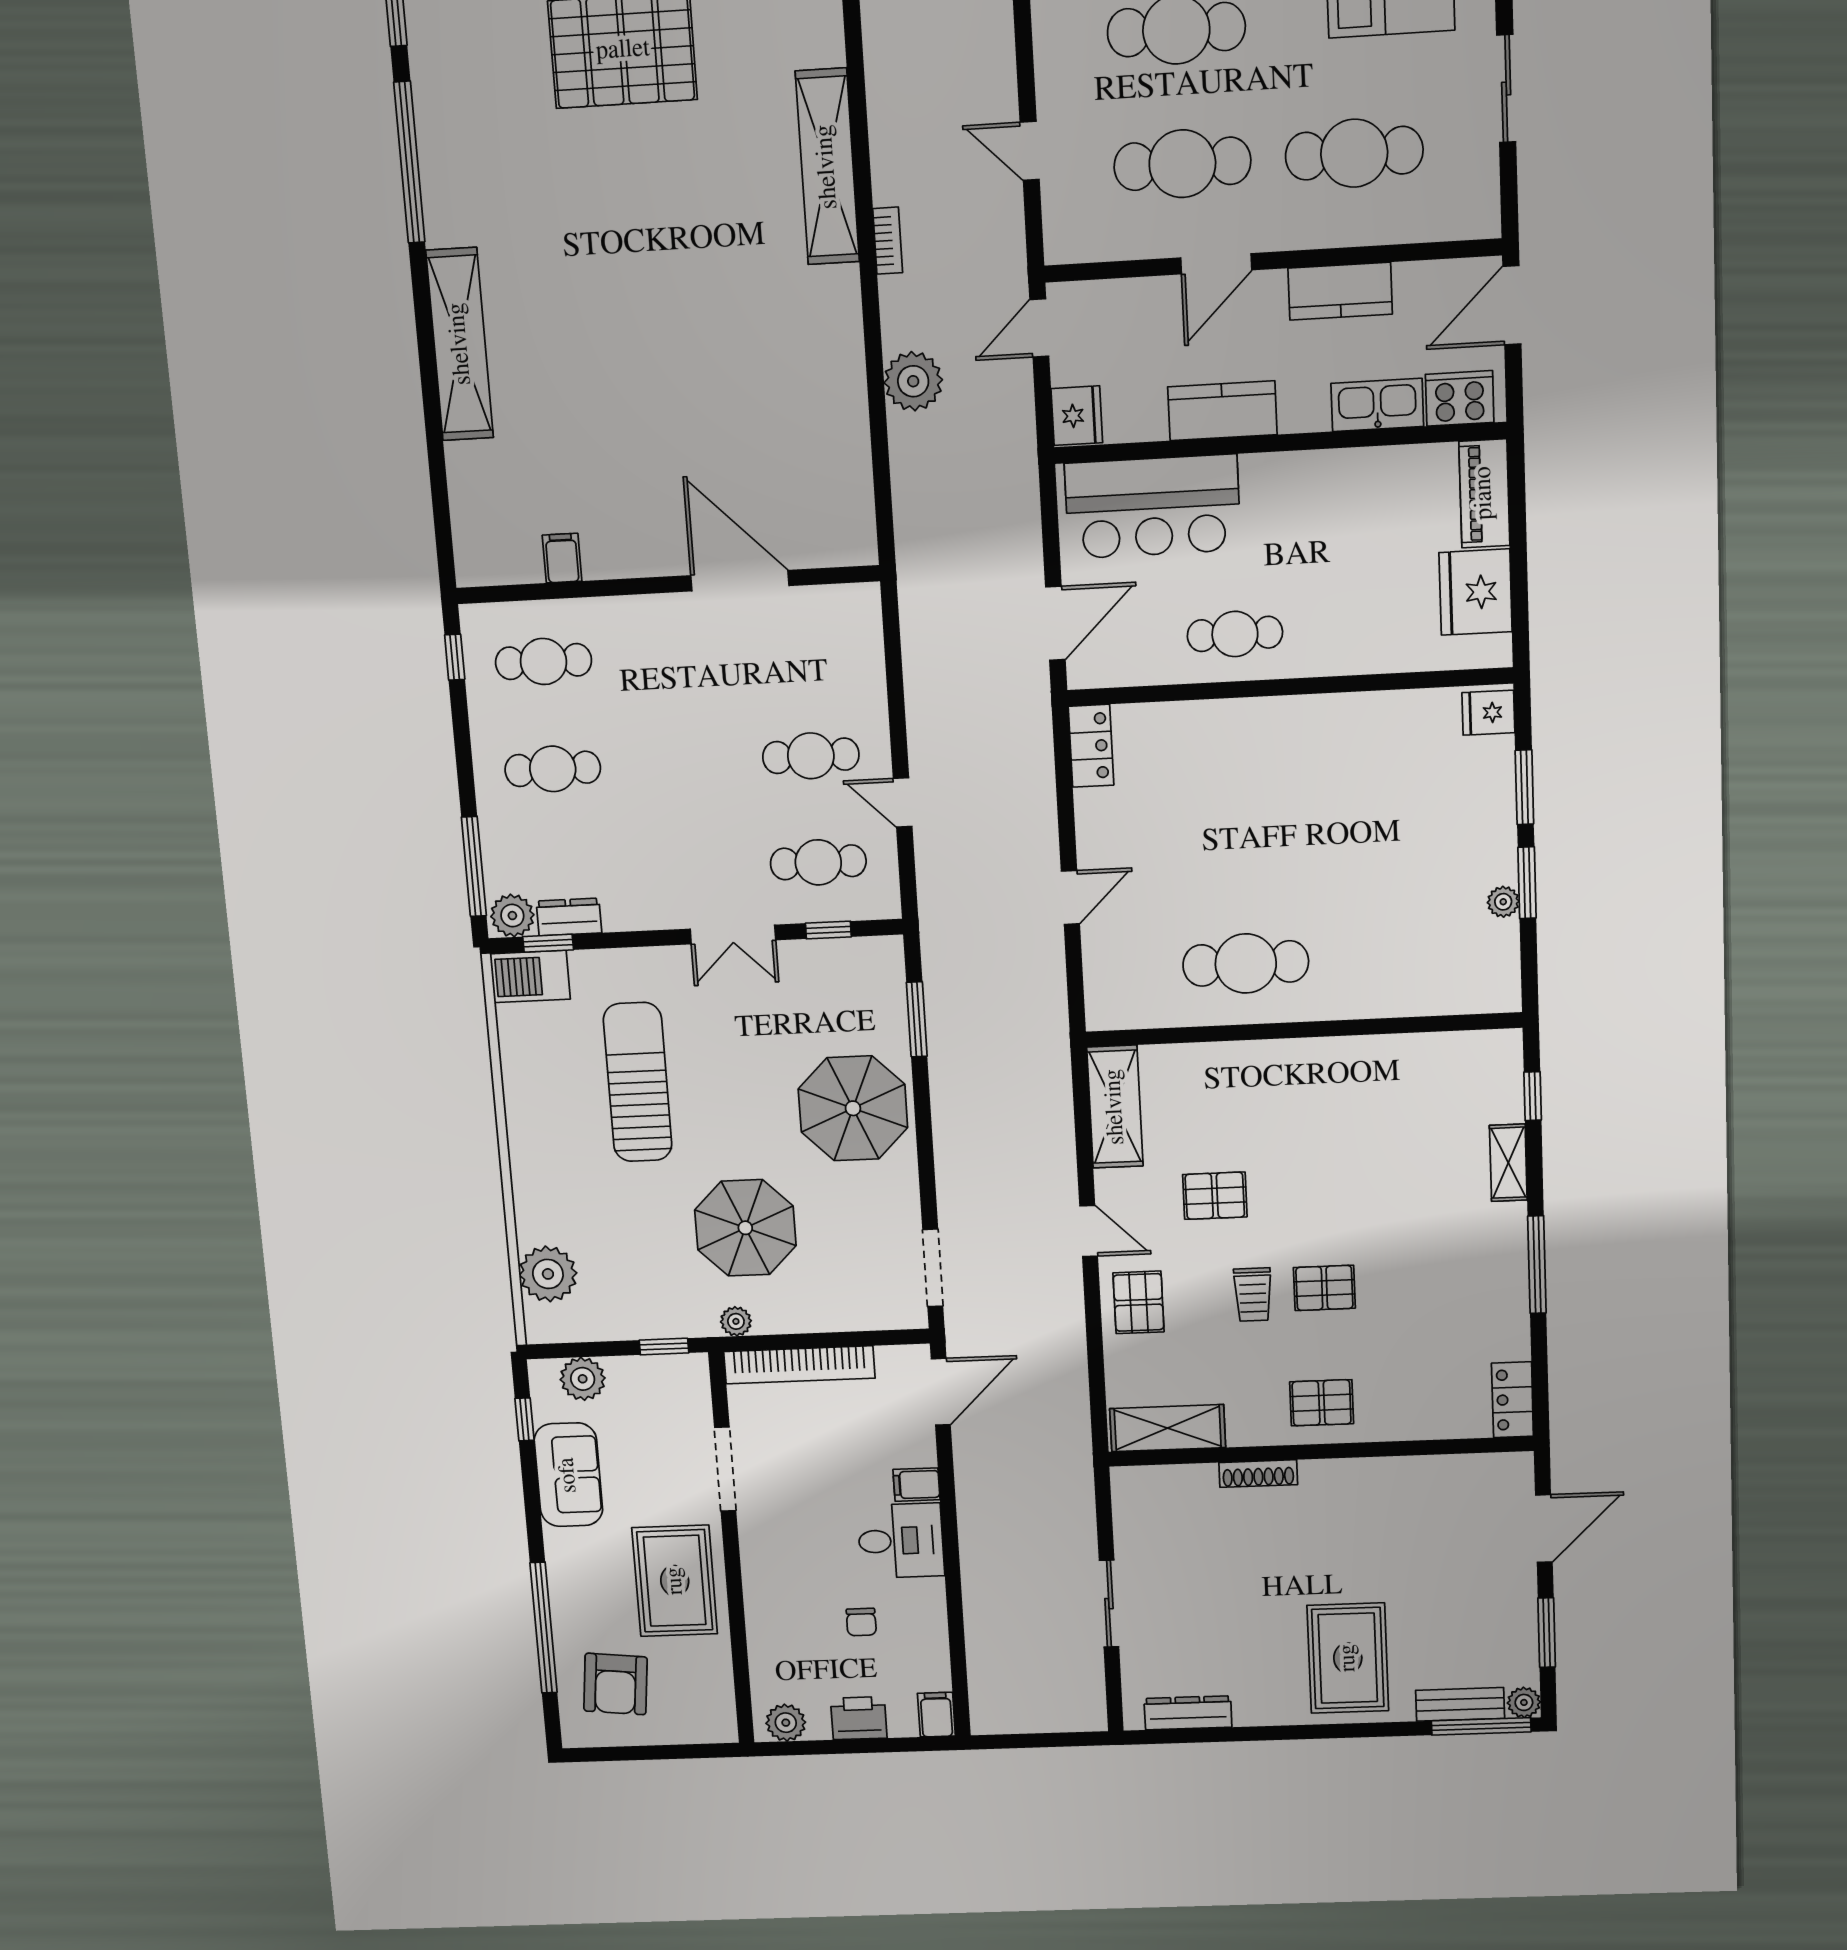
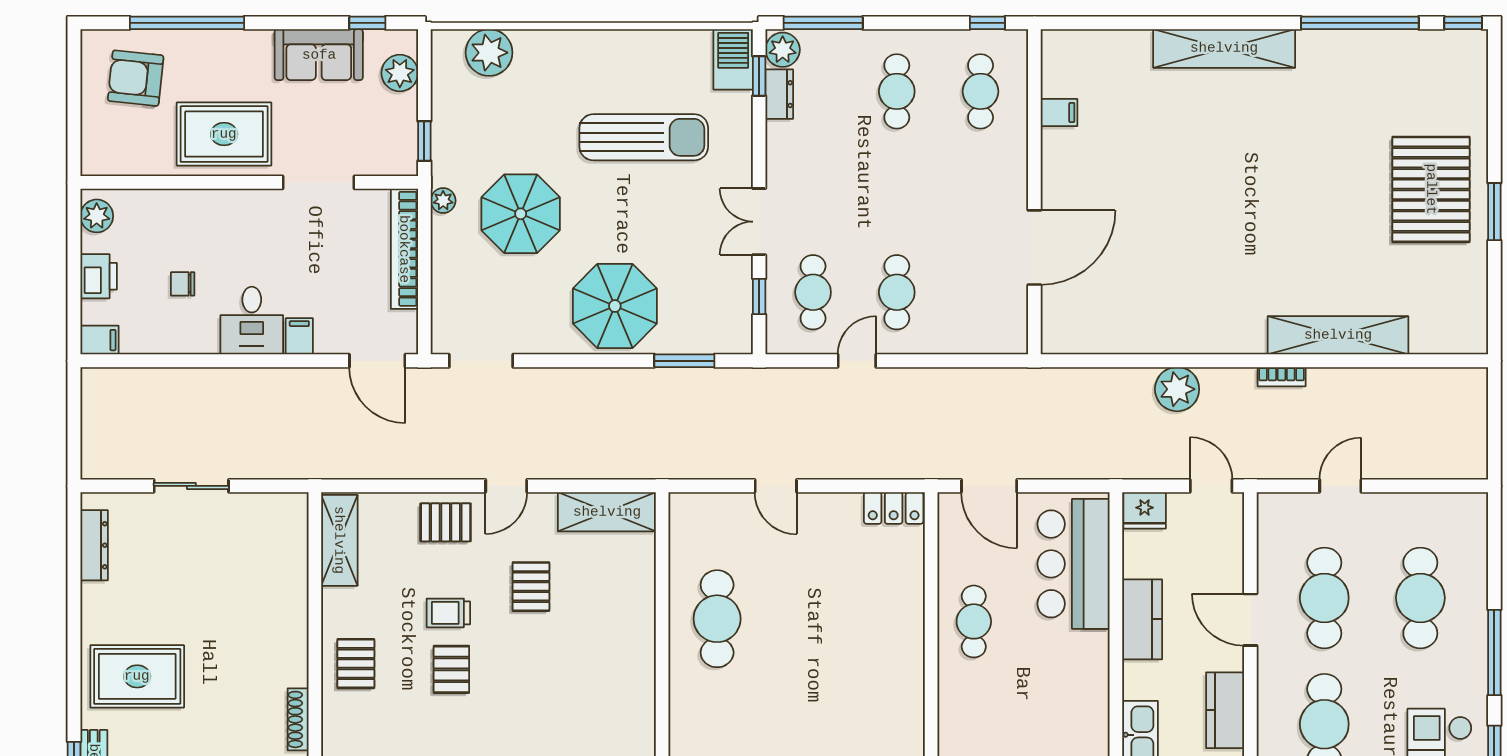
shoe rack: (1258, 1474) -> (298, 719), moved

